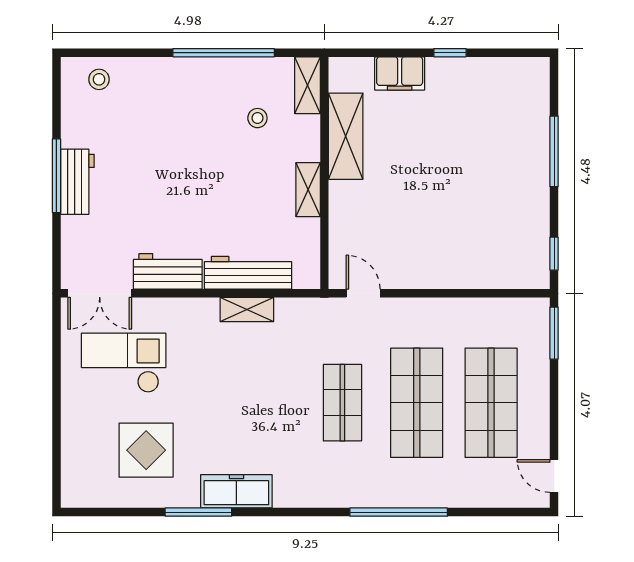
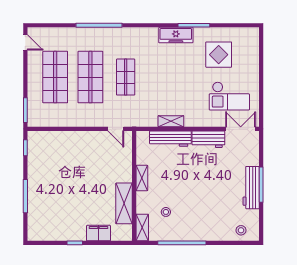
workbench: (77, 182) -> (251, 188), width x1.38

